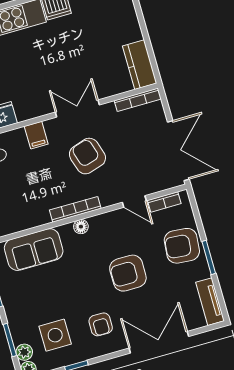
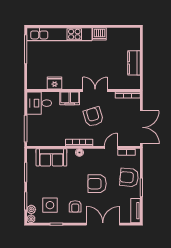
kitchen counter: (140, 65) -> (134, 63), moved
filing cabinet: (36, 135) -> (70, 98), width x2.00
door: (134, 202) -> (111, 147), swing flipped

